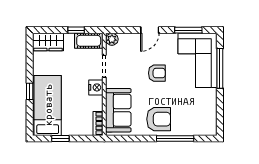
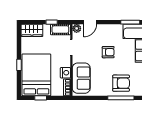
door: (150, 30) -> (90, 22), moved
nightstand: (96, 87) -> (65, 73), moved
bed: (48, 105) -> (36, 75), width x1.50
armchair: (159, 119) -> (121, 83), moved

